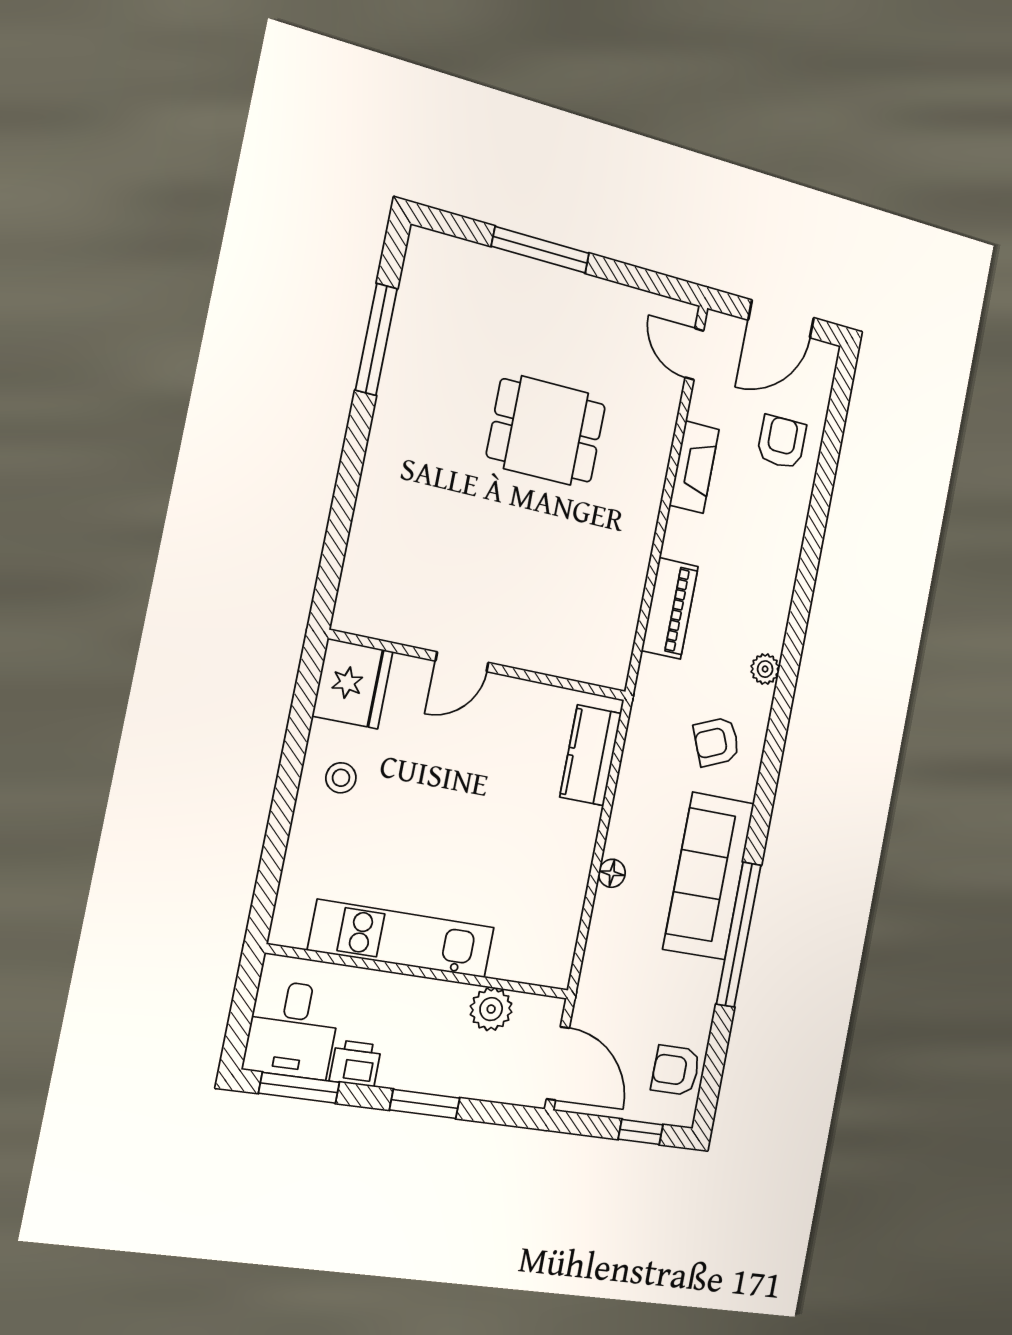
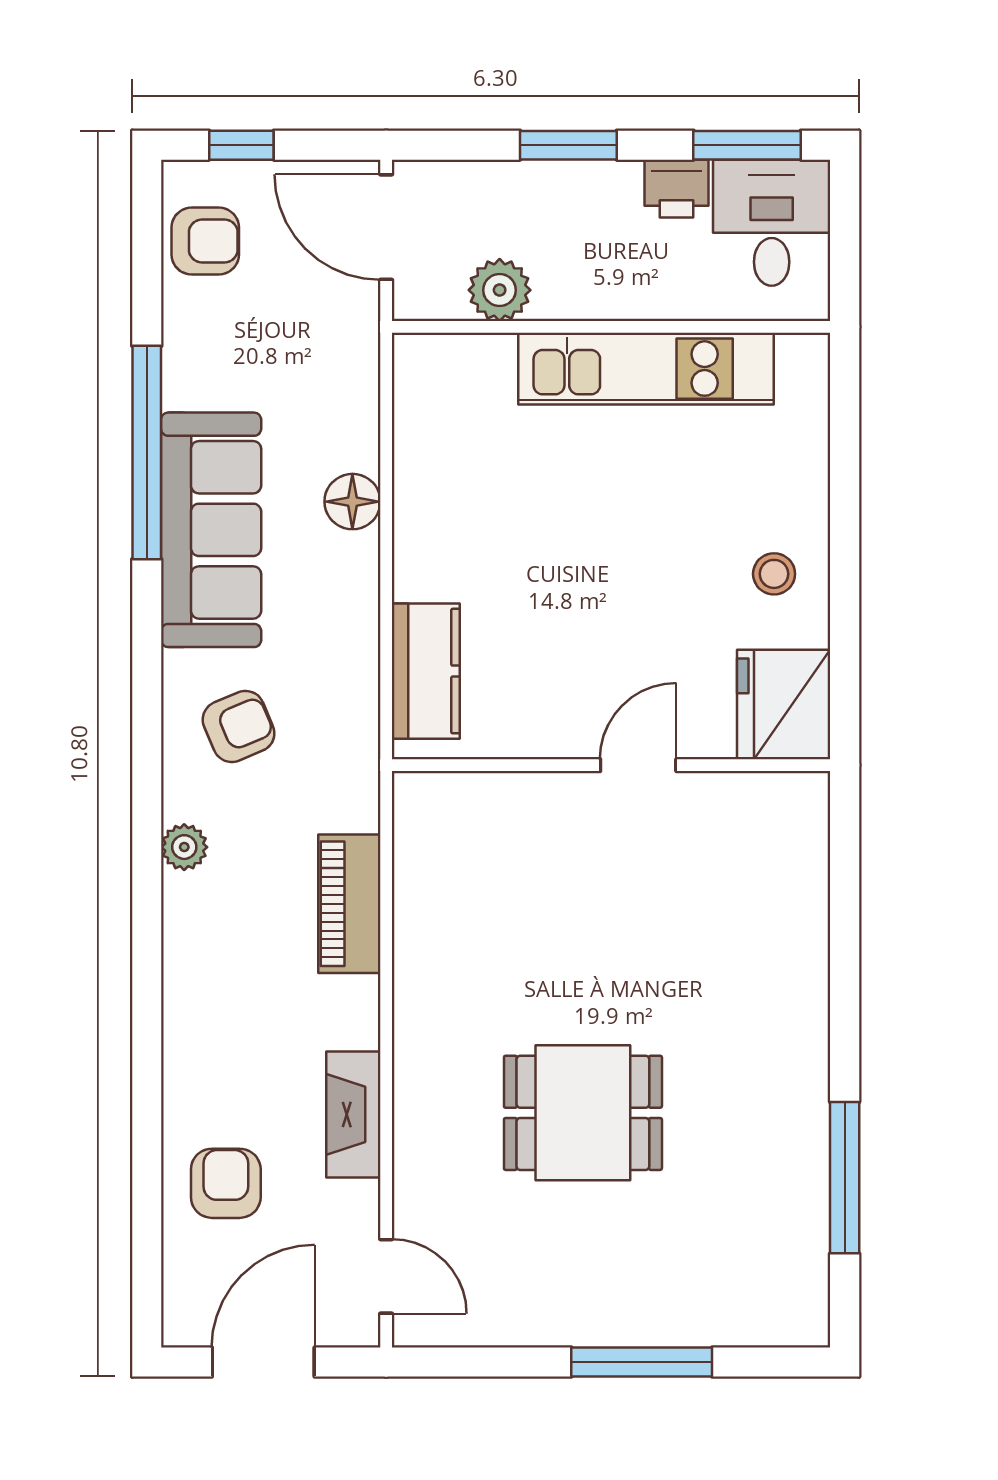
armchair: (782, 442) -> (226, 1183), turned 180
floor lamp: (612, 873) -> (352, 502), width x1.37, depth x1.37

